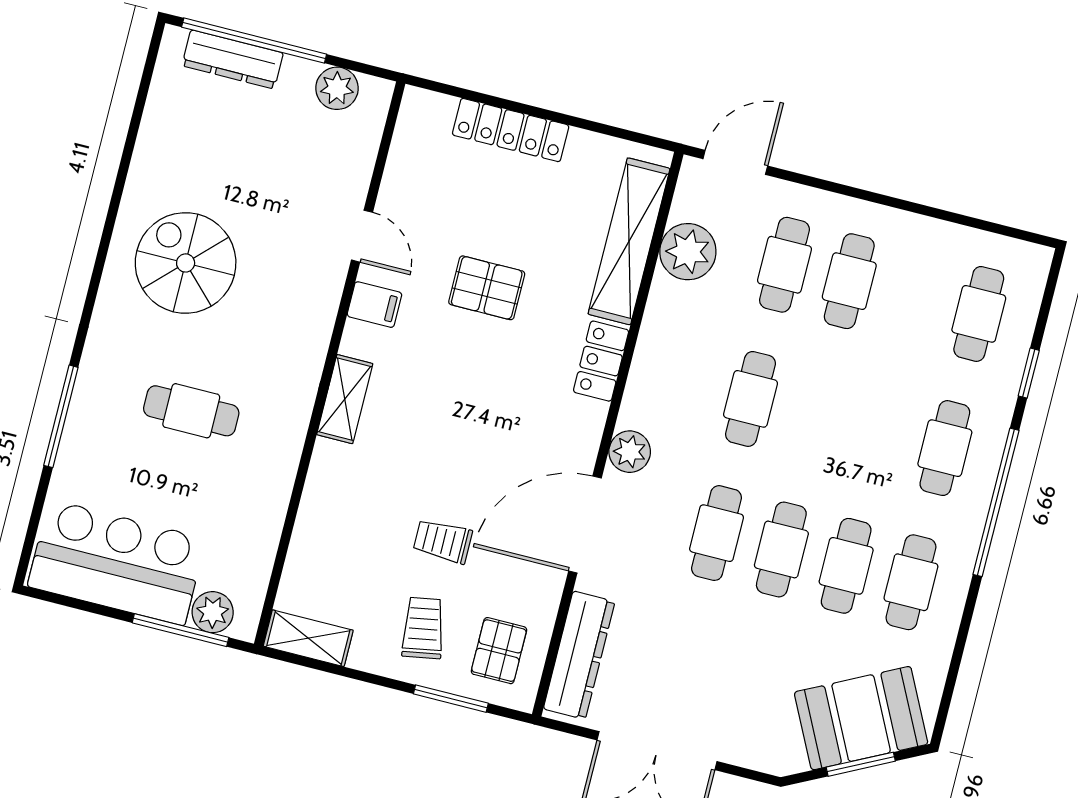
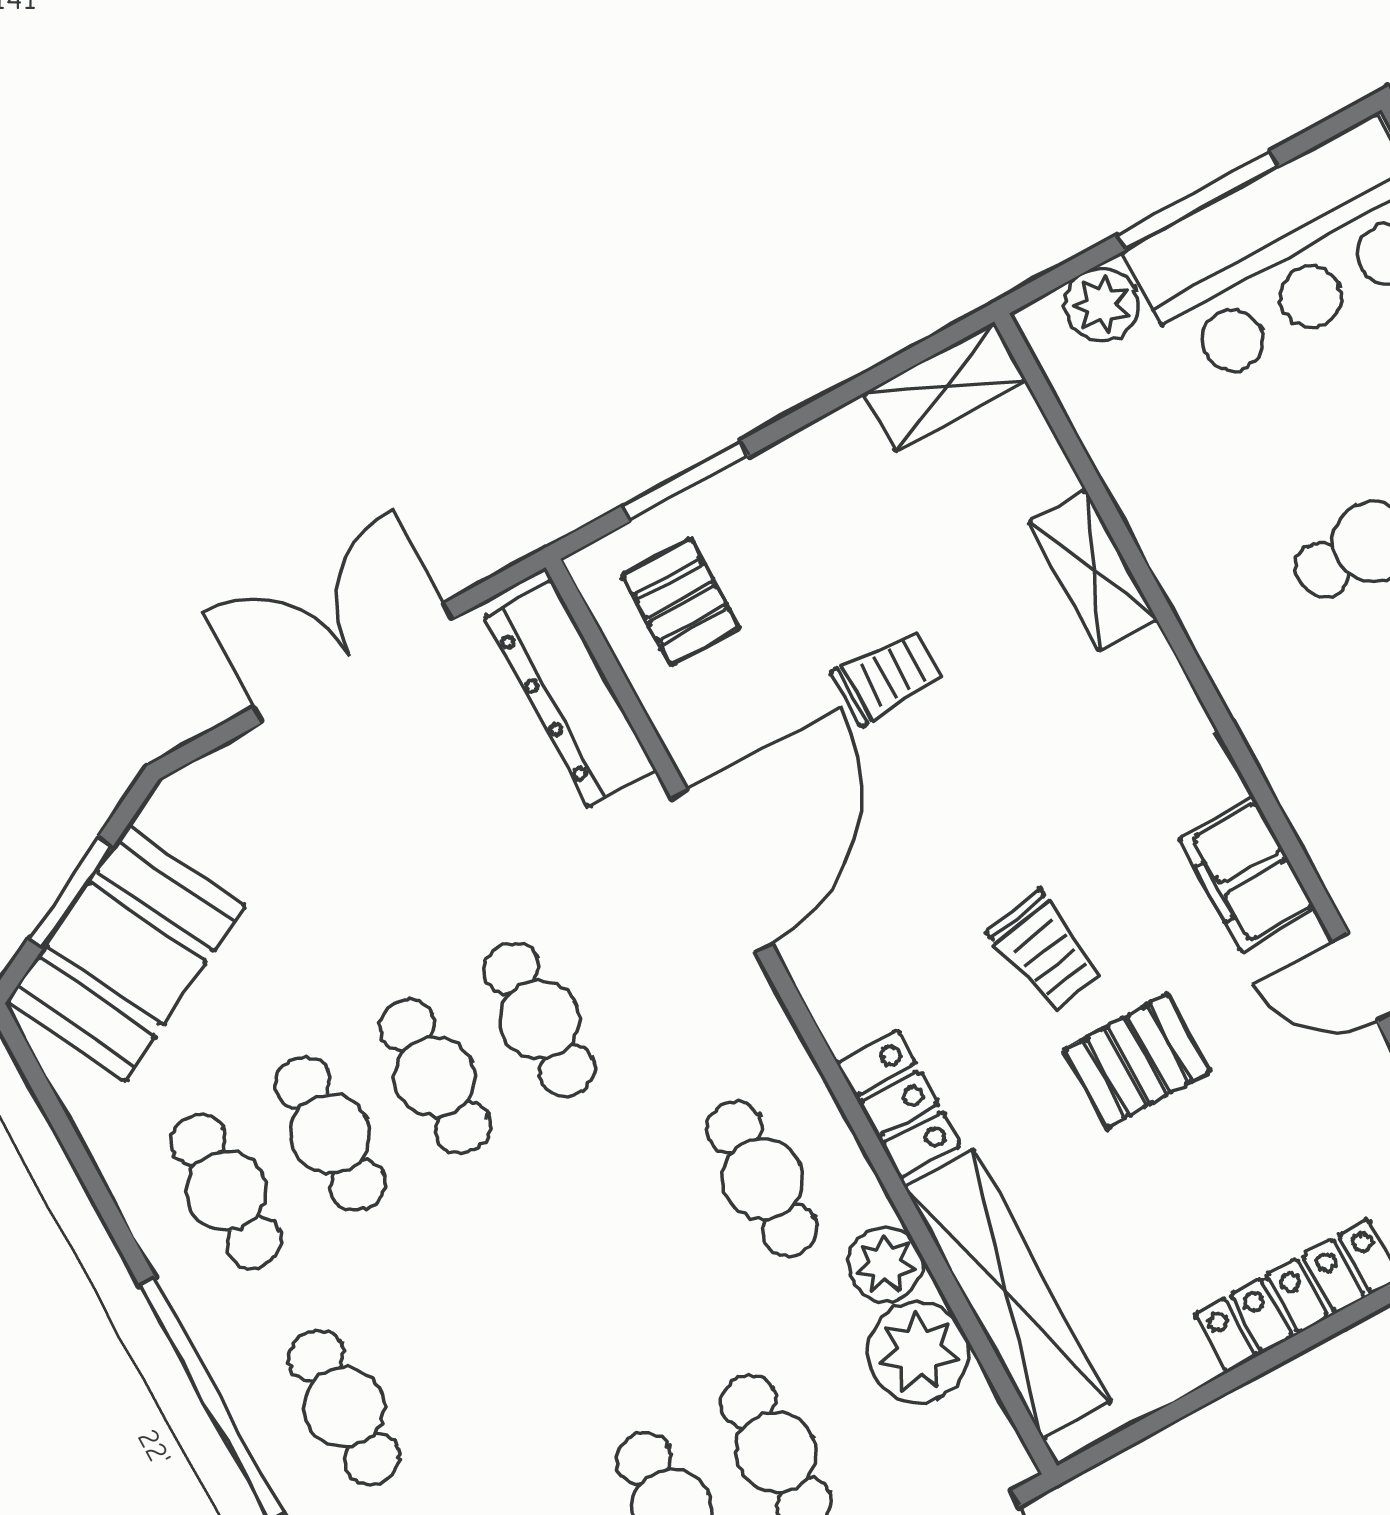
filing cabinet: (374, 305) -> (1248, 874), width x2.00
shelving: (345, 399) -> (1093, 571), moved
cafe table: (751, 399) -> (762, 1179), moved
plant: (630, 452) -> (885, 1264), moved
trolley: (423, 628) -> (1045, 952), moved
window: (180, 630) -> (1198, 200), moved

